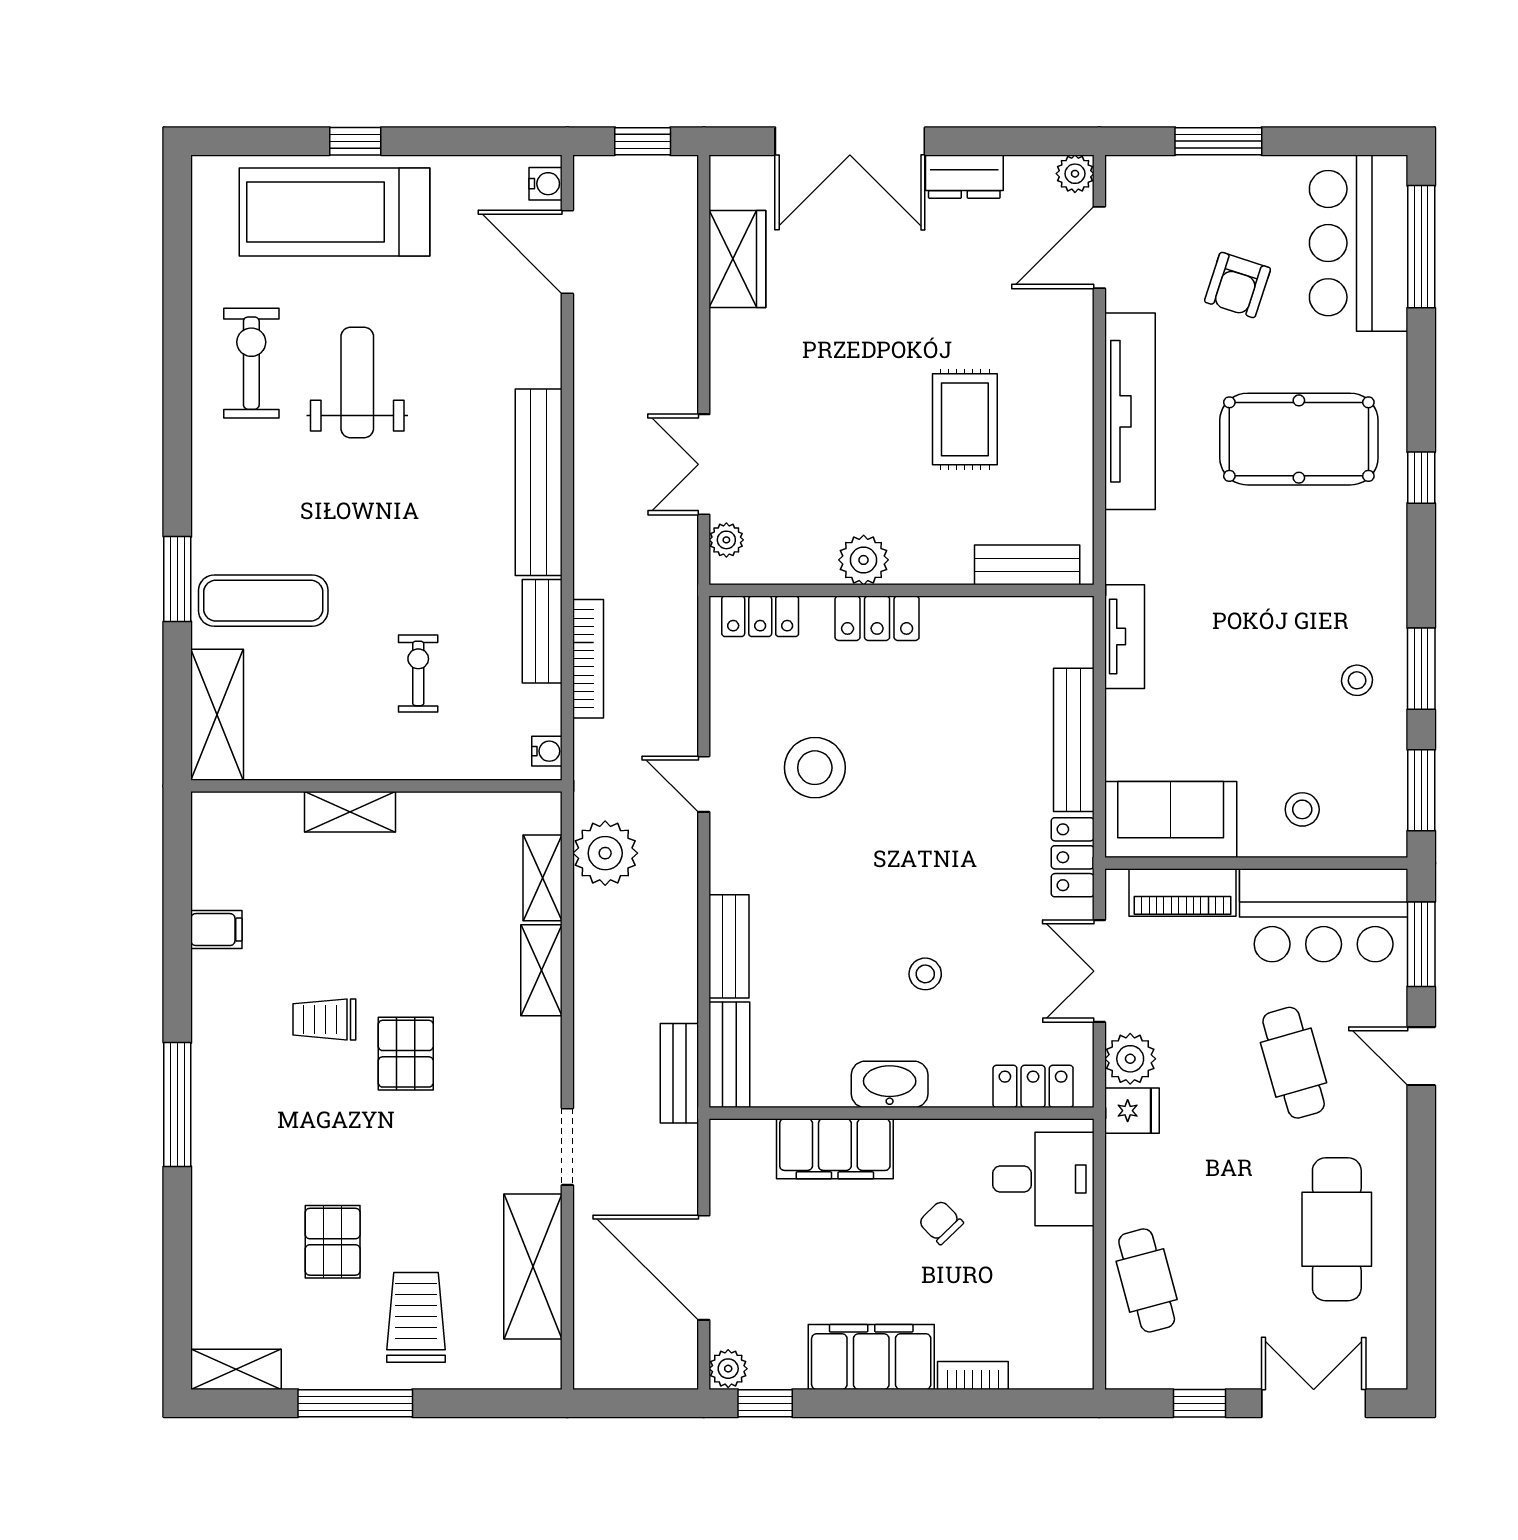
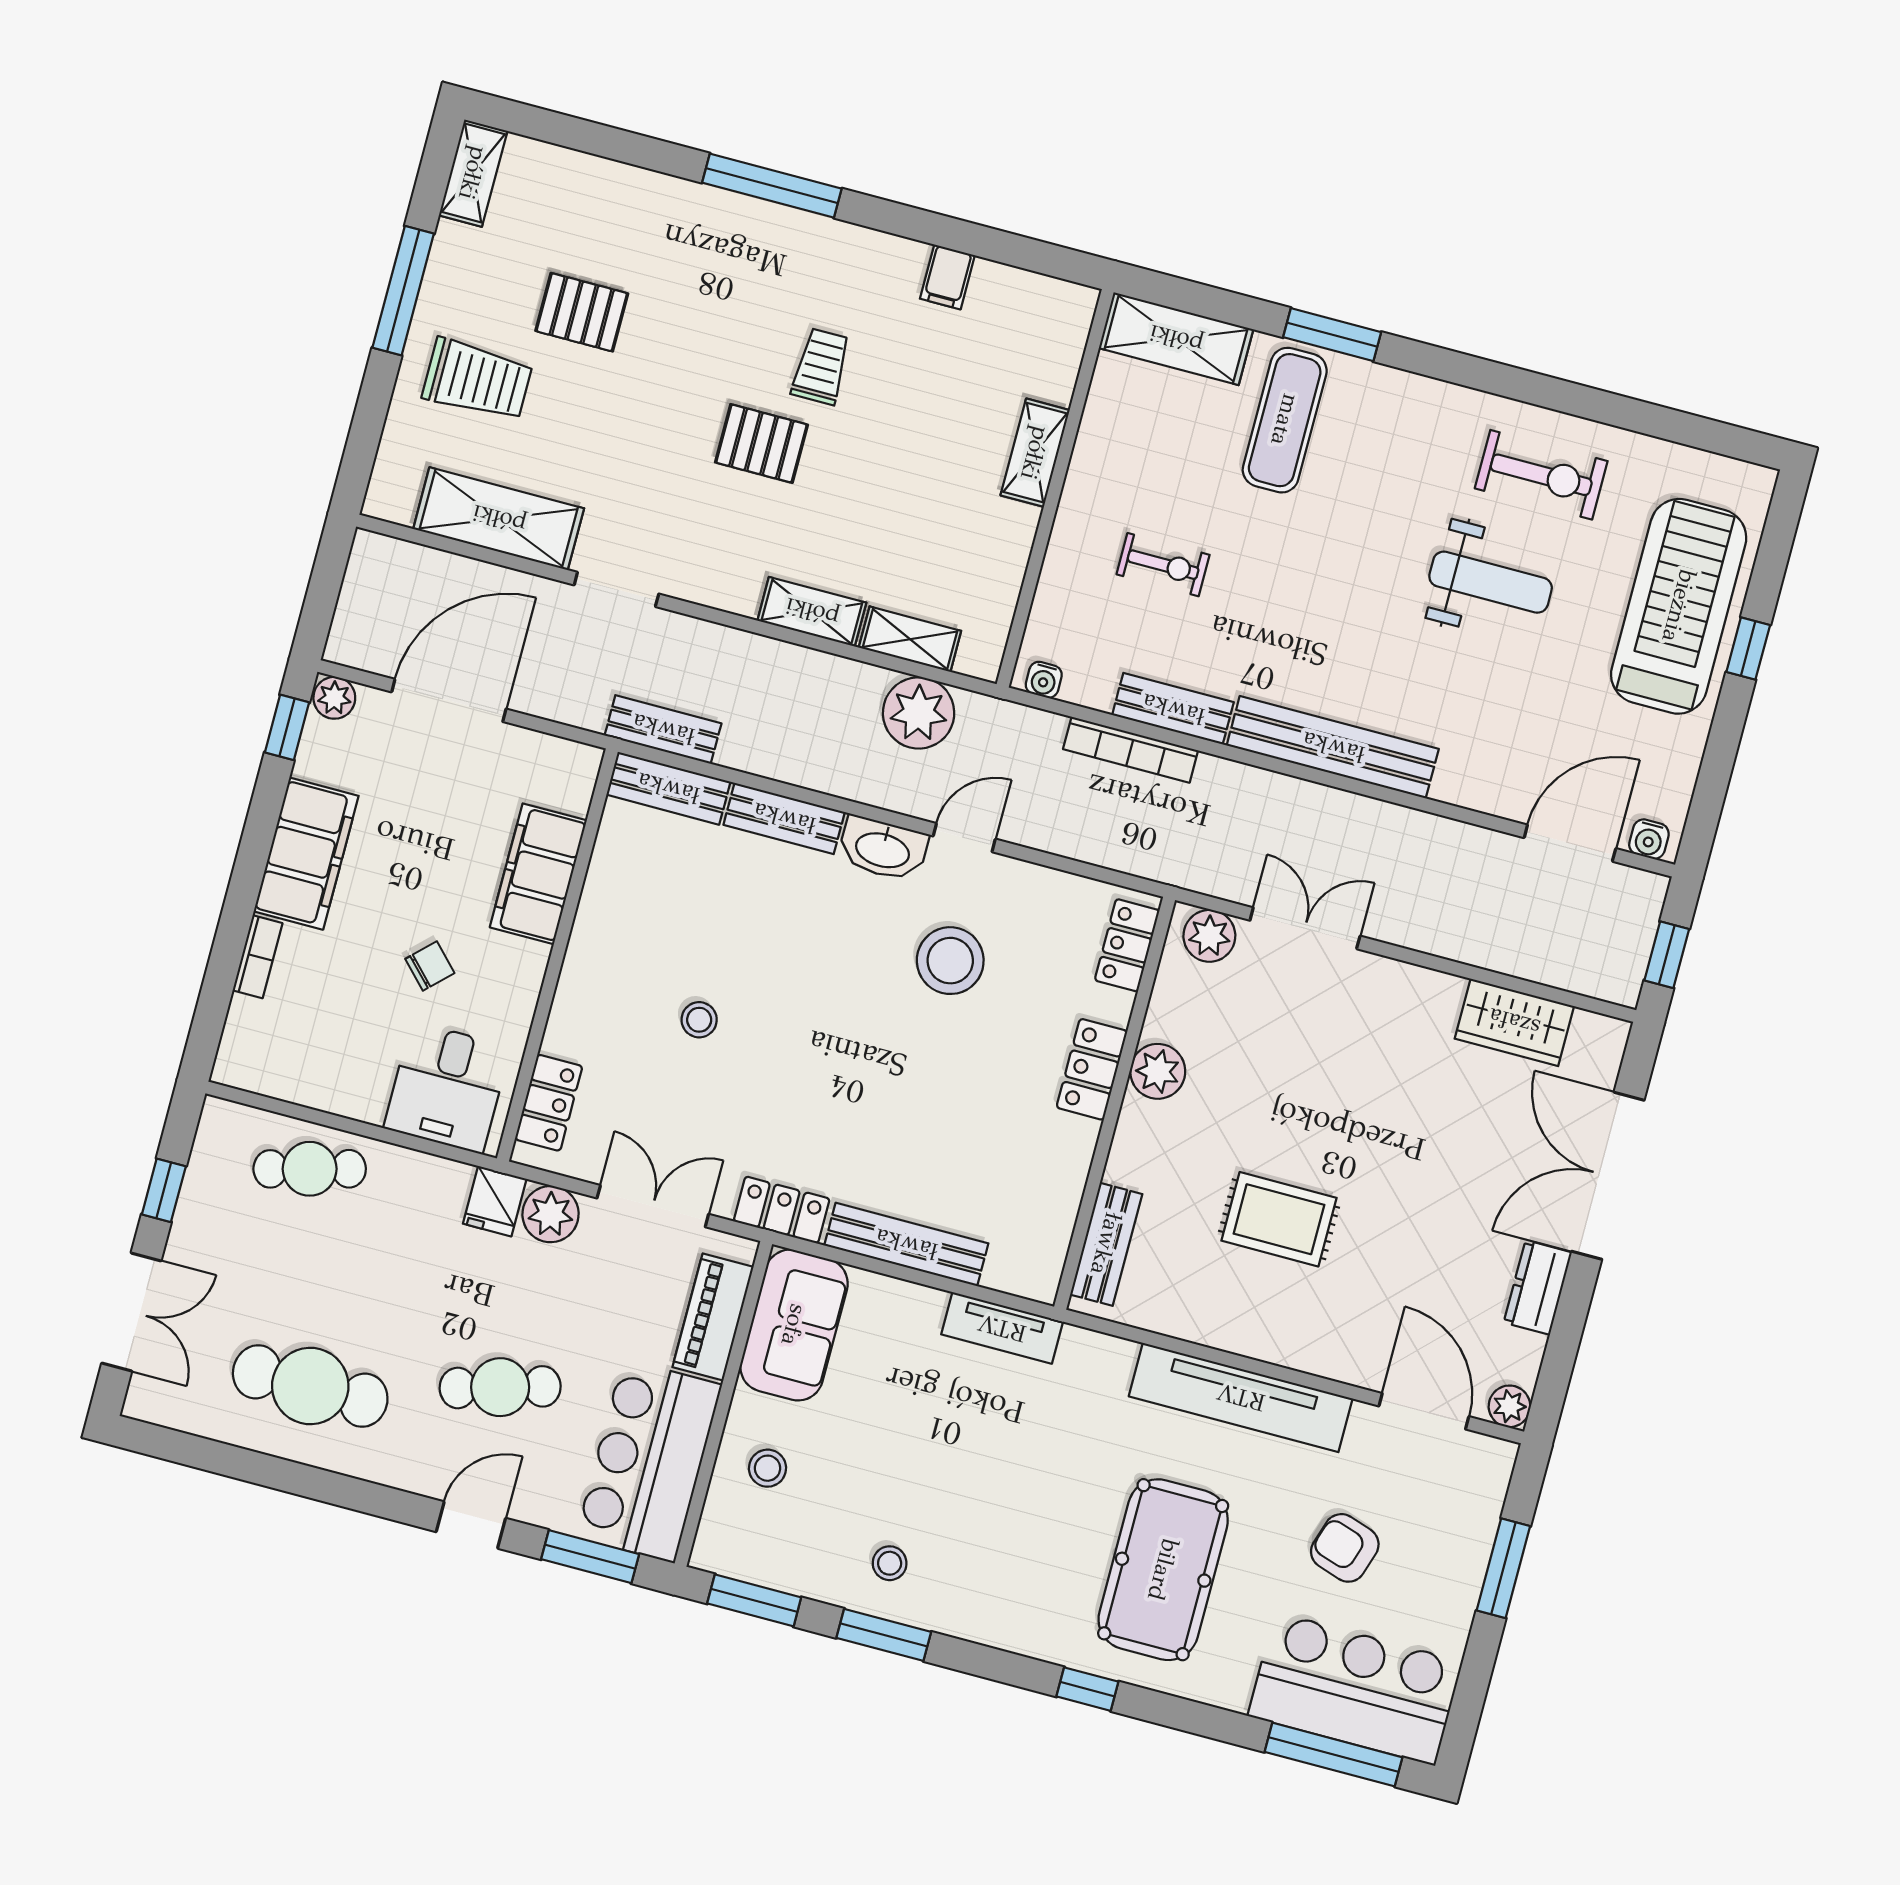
plant: (726, 540) -> (1209, 936), width x1.38, depth x1.38
washbasin: (890, 1084) -> (883, 849), moved, turned 90

